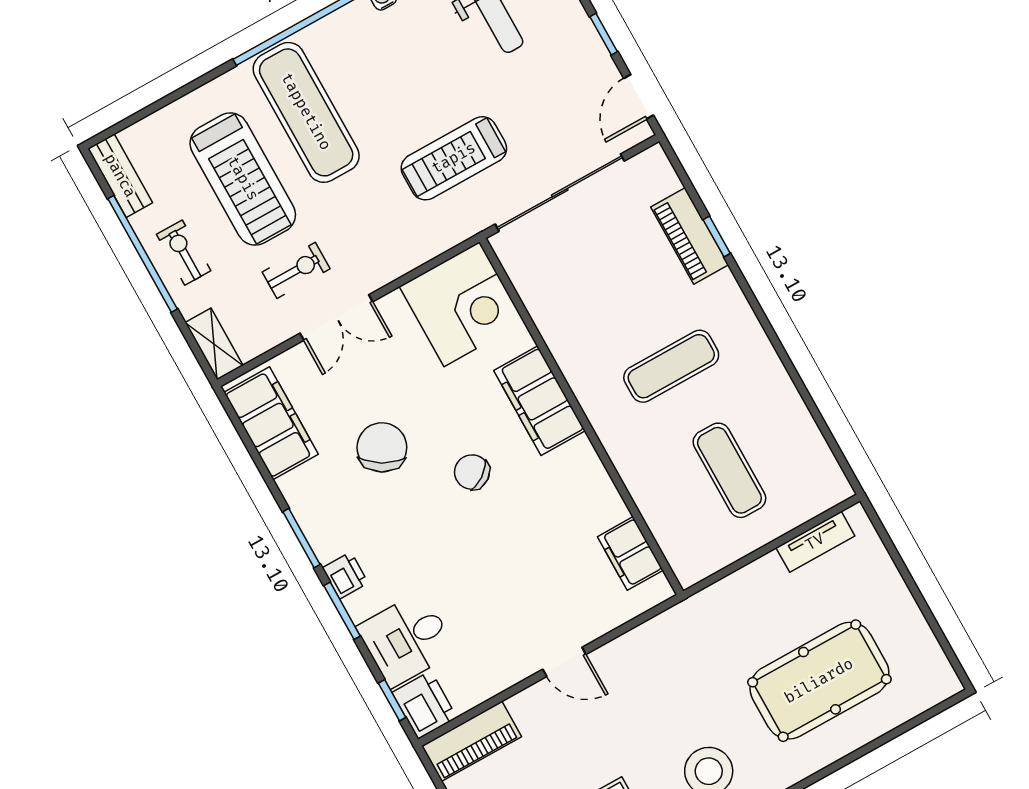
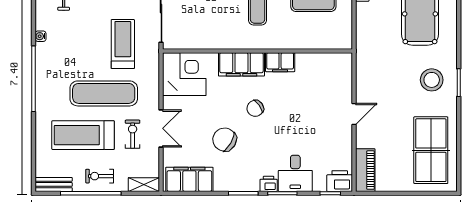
exercise mat: (306, 112) -> (104, 93), moved
treadmill: (454, 158) -> (123, 44), turned 180
treadmill: (243, 179) -> (83, 135), turned 180
filing cabinet: (630, 553) -> (280, 62), moved
desk: (407, 639) -> (295, 173), moved

